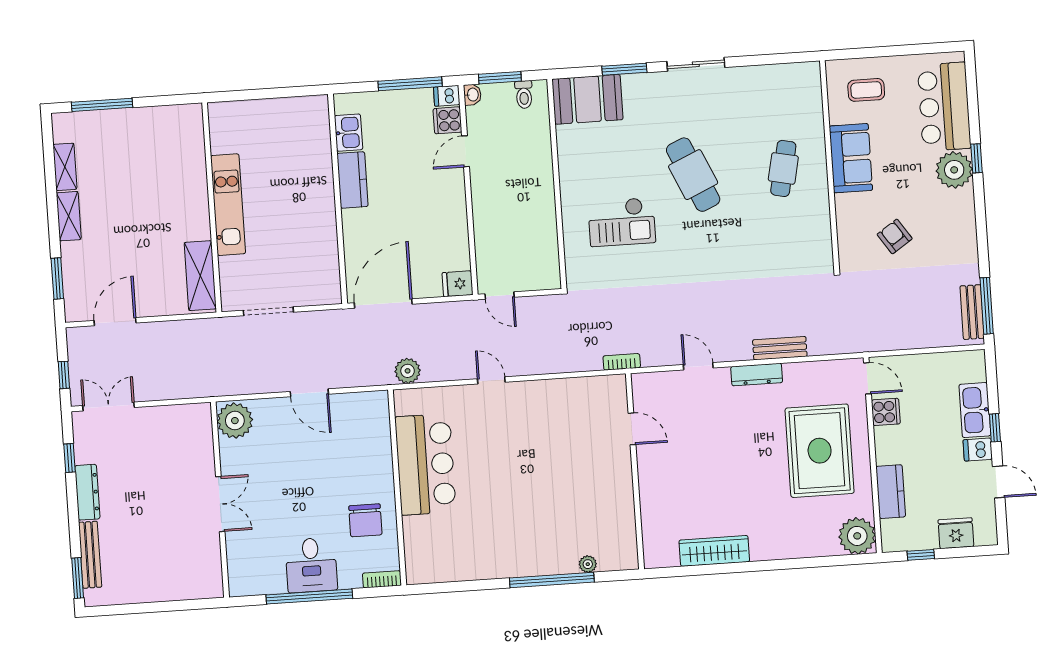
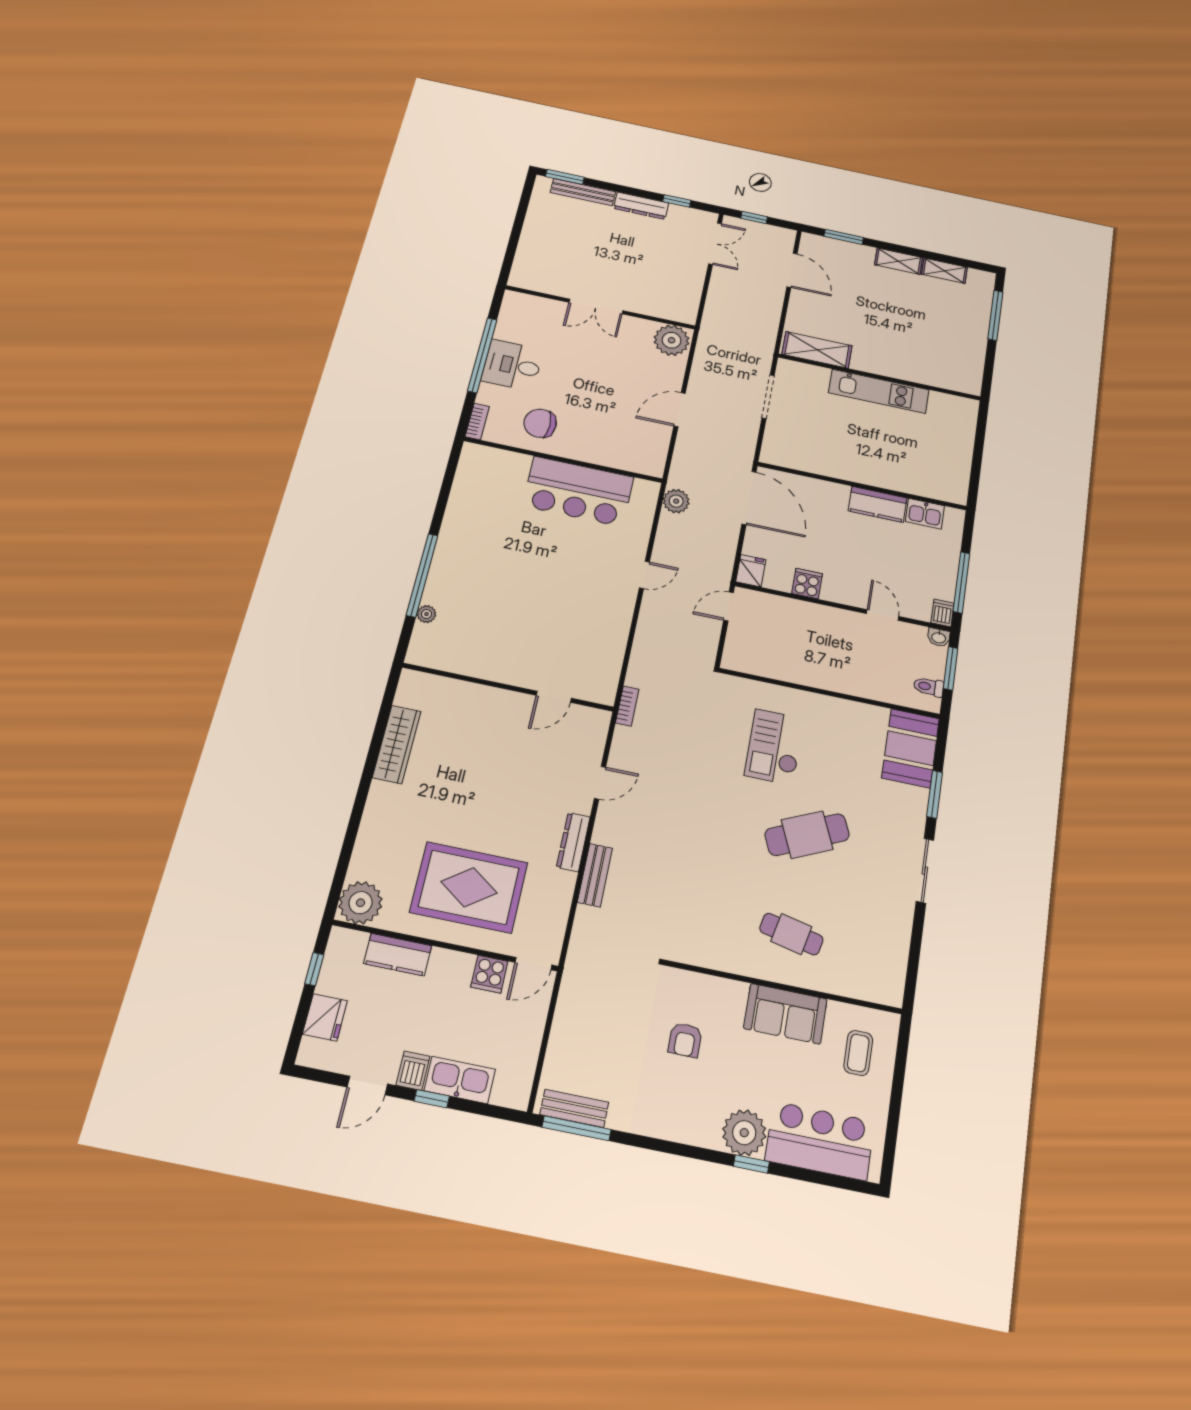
cooker: (447, 120) -> (807, 584), moved
armchair: (895, 236) -> (685, 1040), turned 124

